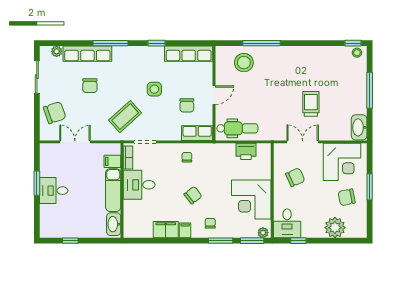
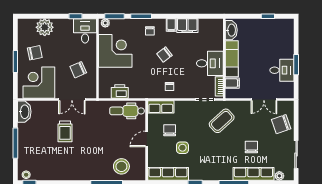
side table: (154, 89) -> (182, 148), moved
desk: (54, 191) -> (282, 70), moved

